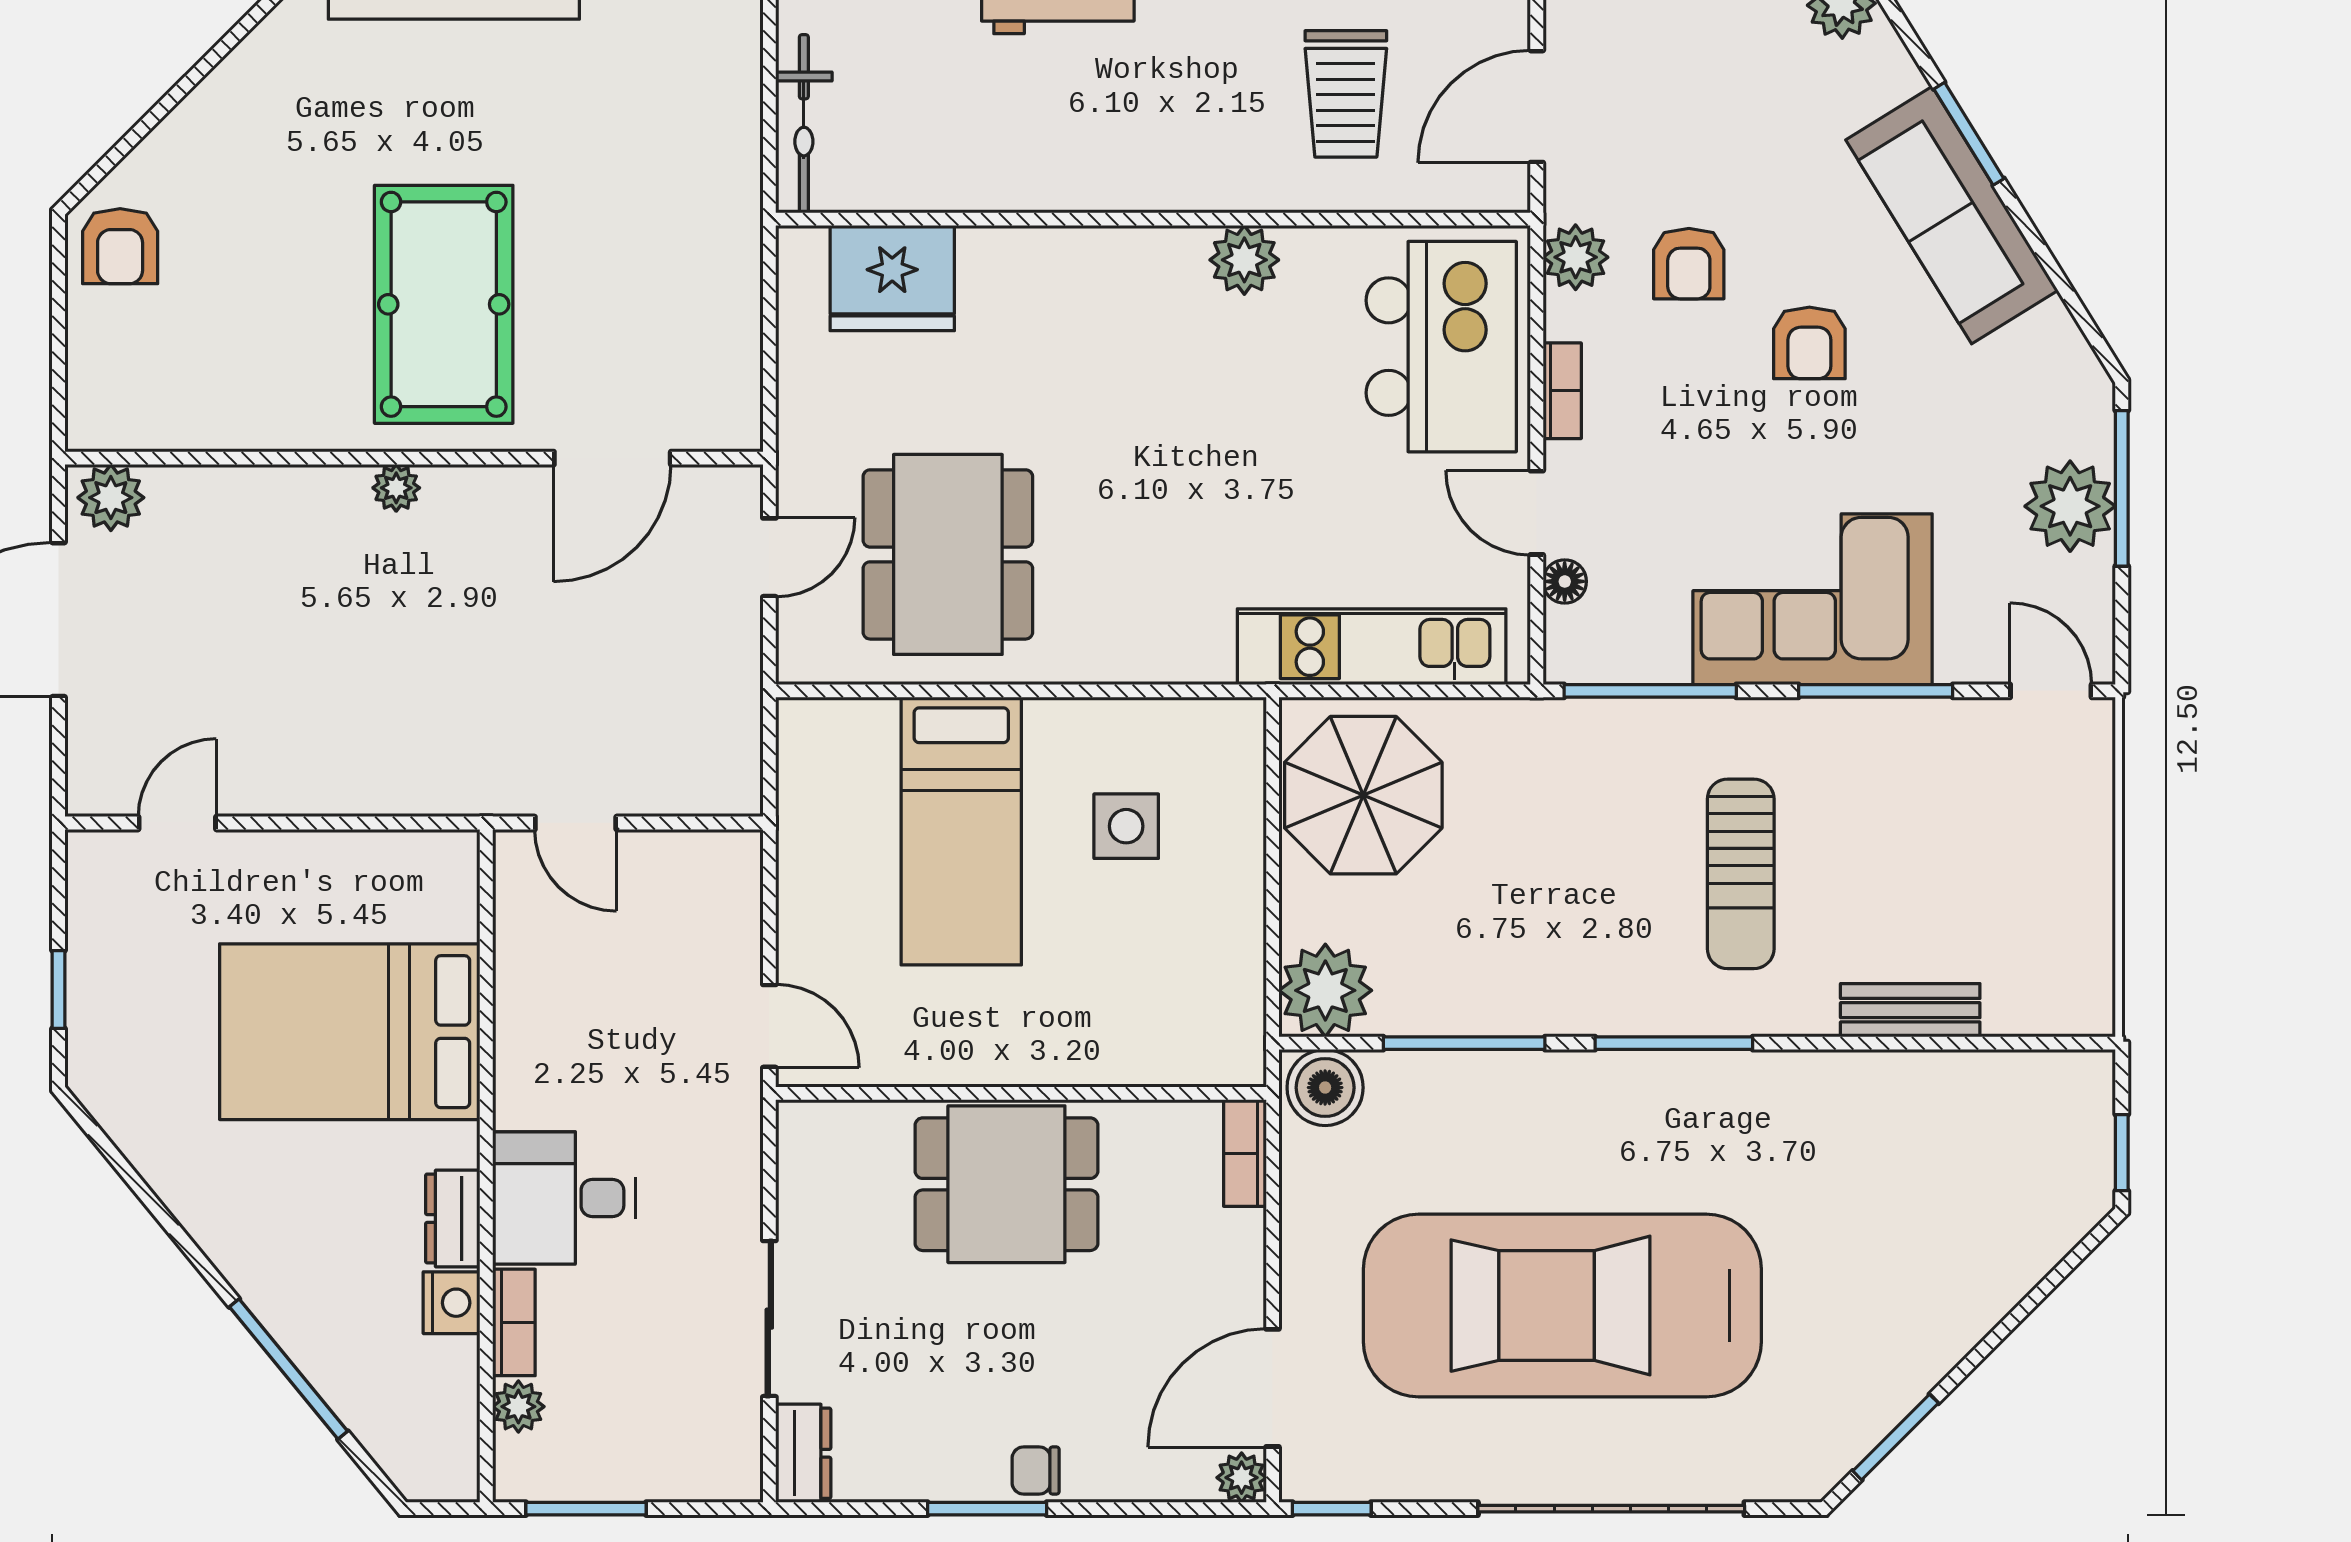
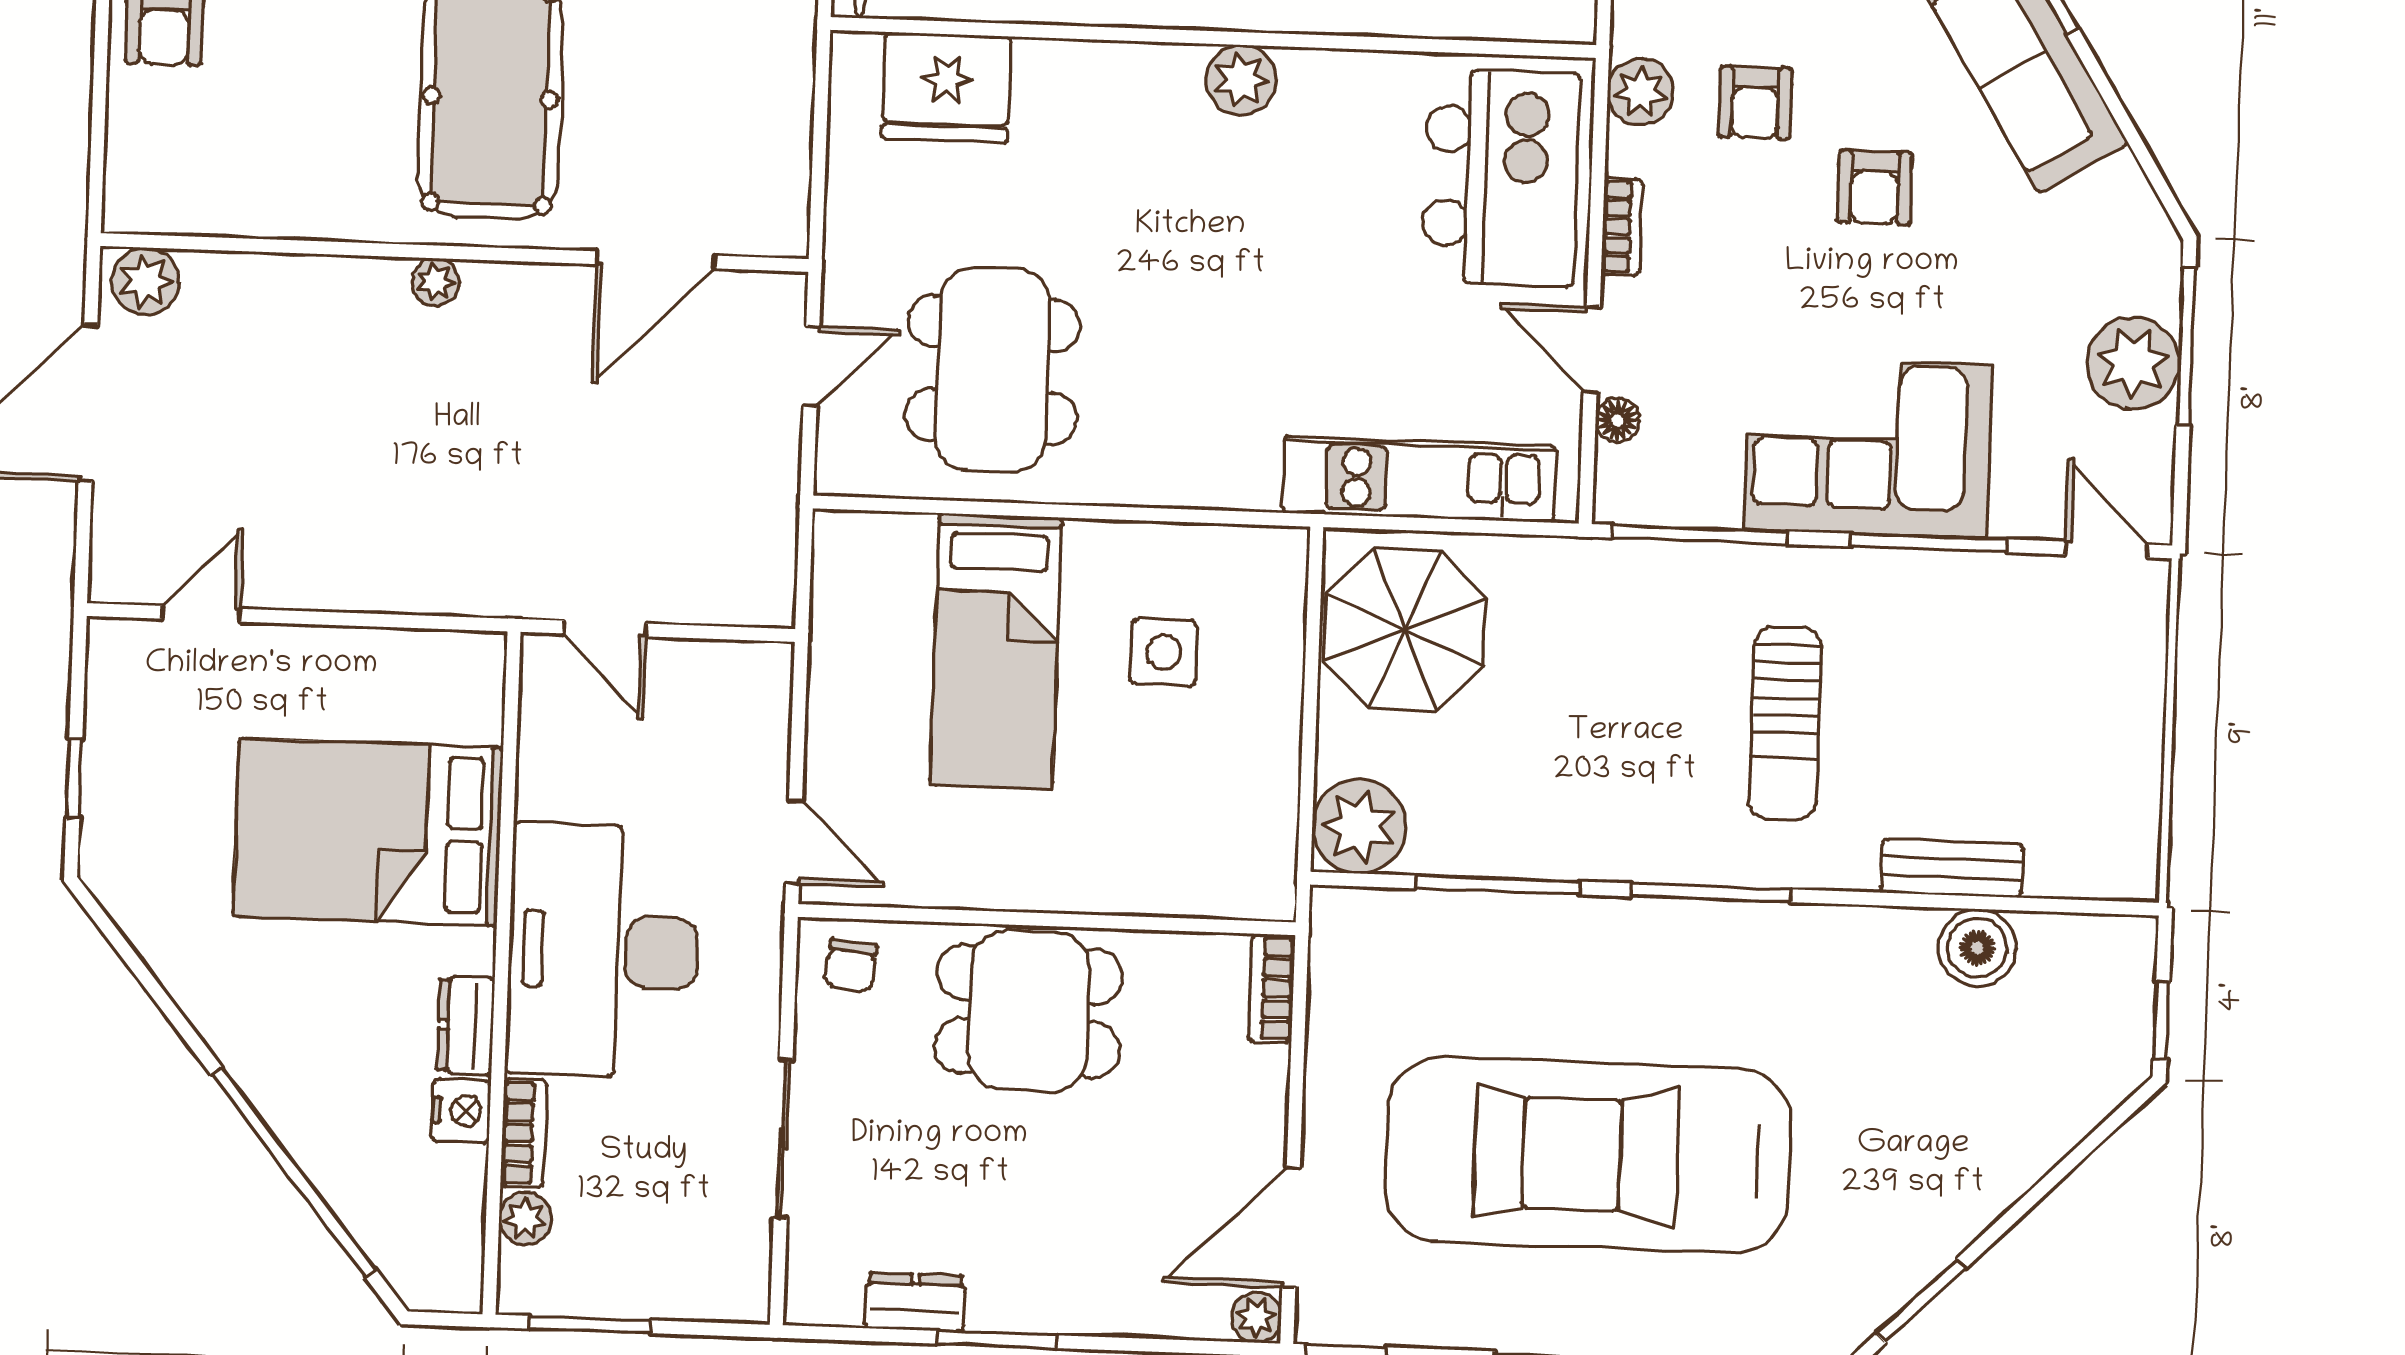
plant: (1244, 260) -> (1241, 80), moved
boiler: (1325, 1088) -> (1977, 948), moved
desk: (564, 1198) -> (603, 951), width x1.87, depth x1.30
window: (289, 1369) -> (293, 1172), width x1.46
dresser: (803, 1453) -> (915, 1302), moved, turned -90
chair: (1036, 1471) -> (851, 965), moved, turned -84

